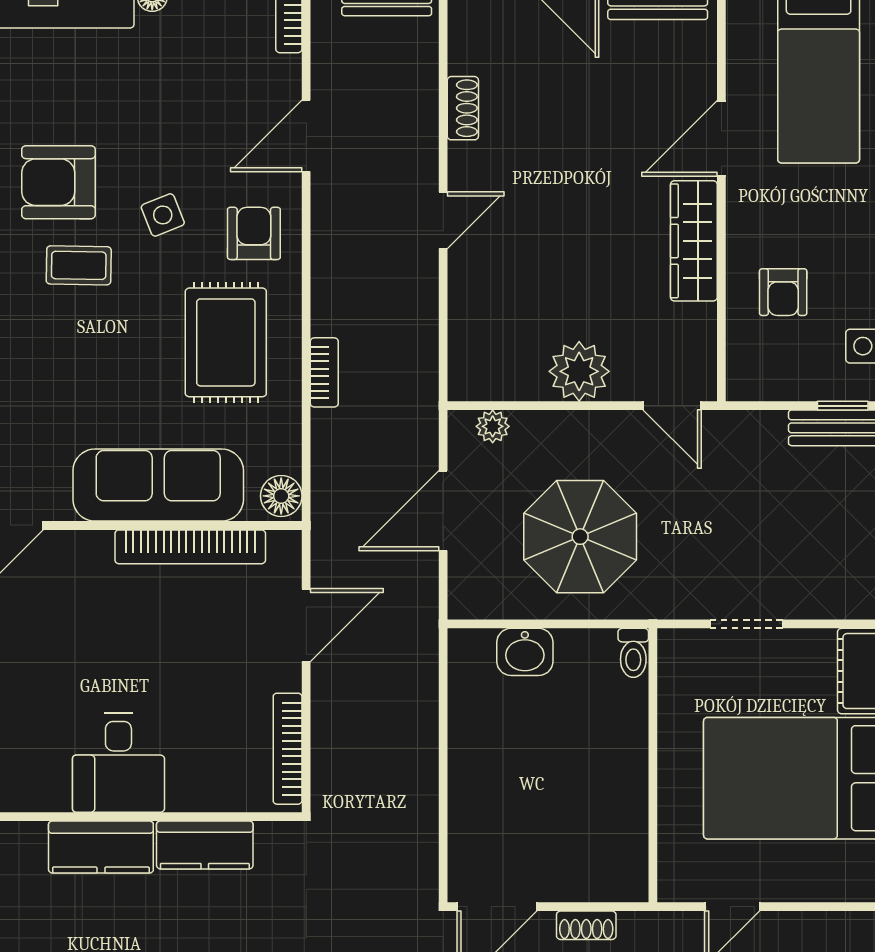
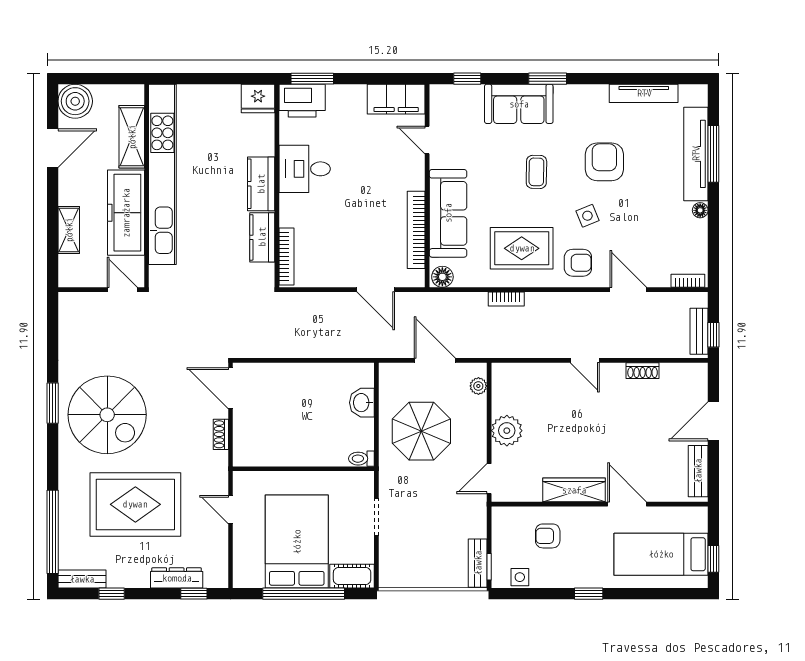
coffee table: (79, 265) -> (536, 172), moved
bookcase: (288, 749) -> (286, 257), moved, turned 90
desk: (118, 763) -> (305, 169), moved

